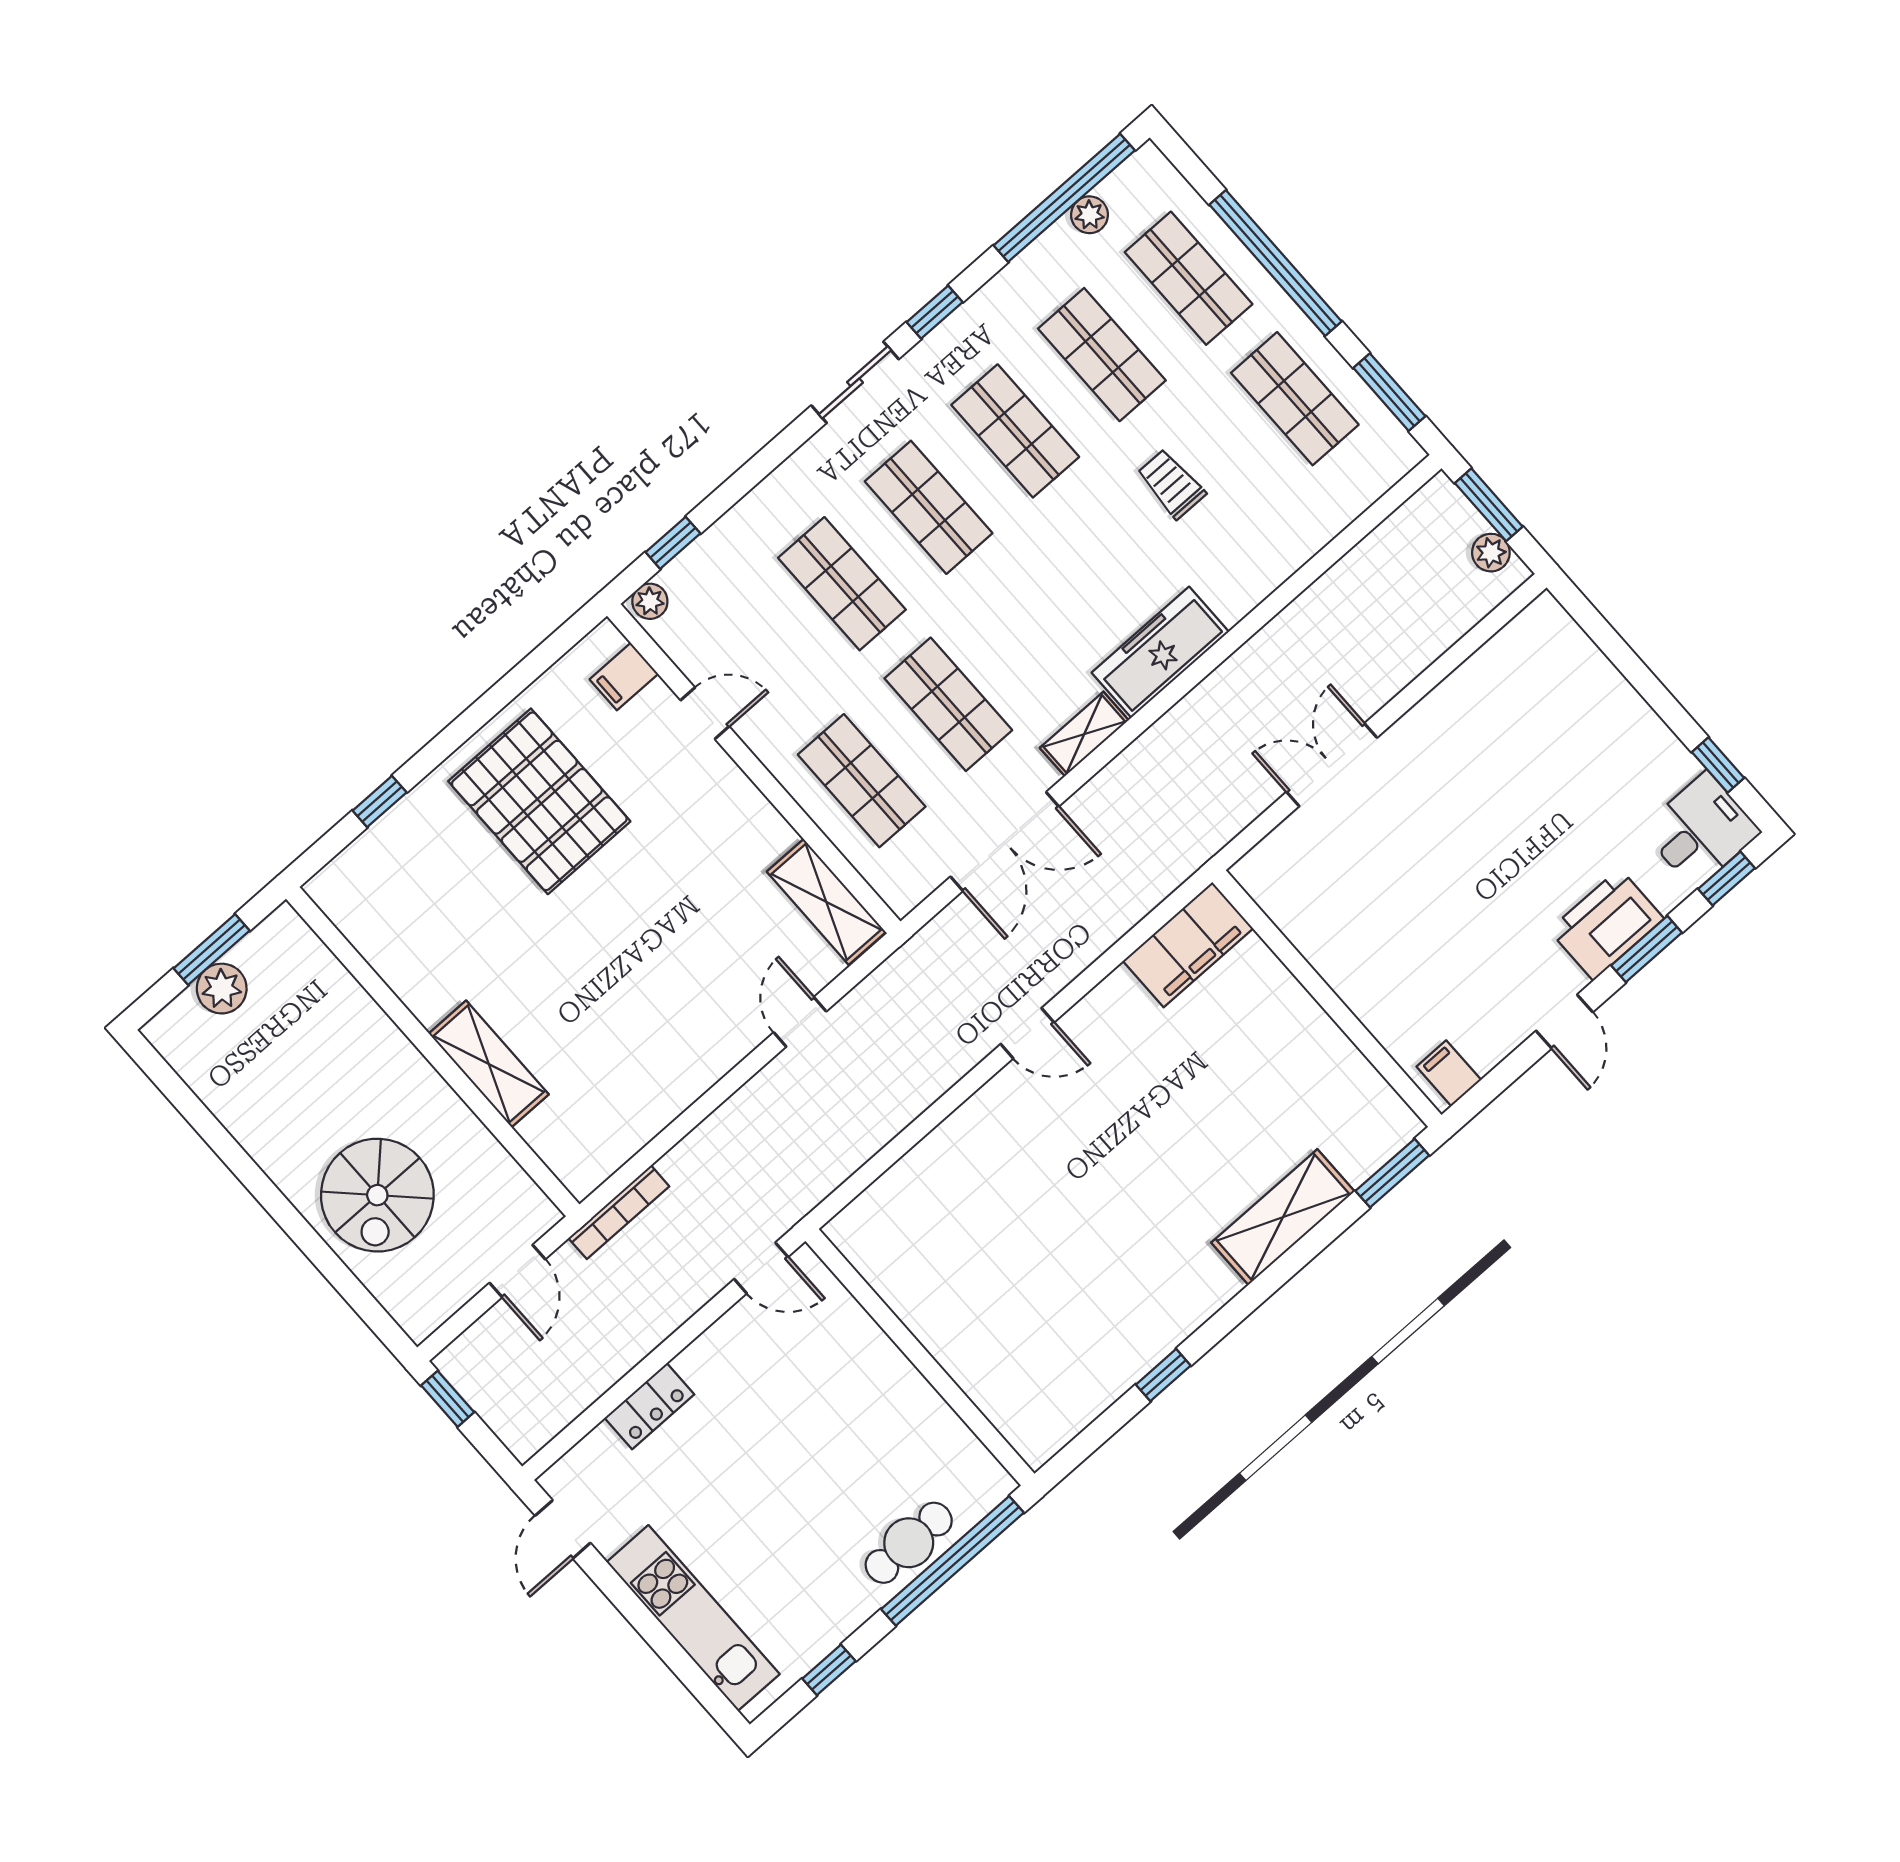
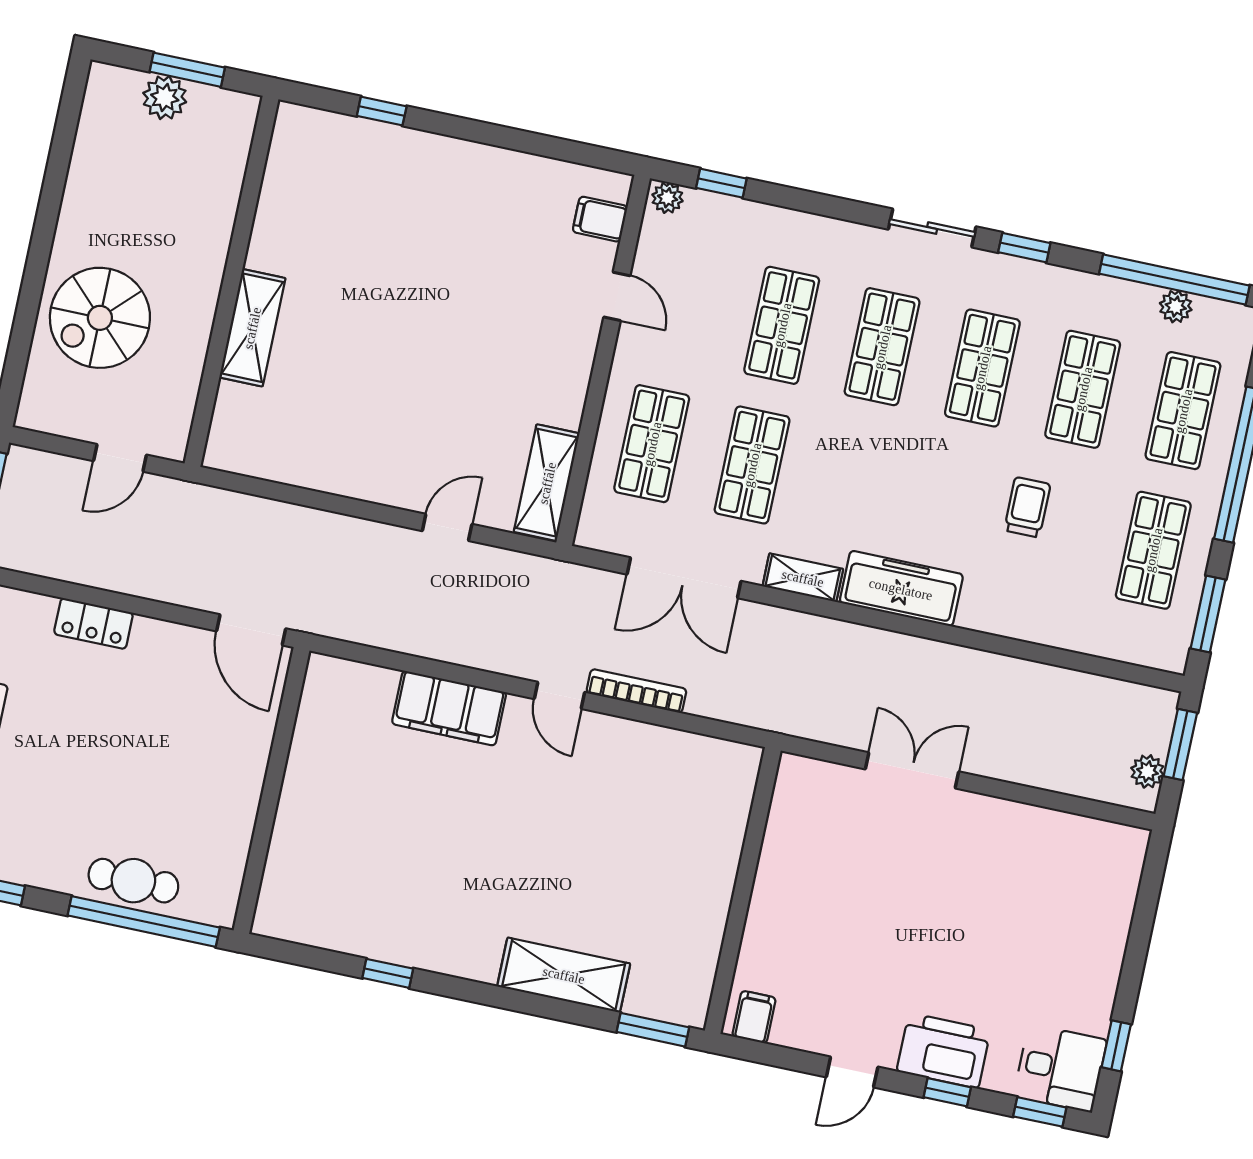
pallet: (539, 801) -> (466, 225), removed
filing cabinet: (1188, 945) -> (449, 708), moved
window: (1647, 949) -> (947, 1092), width x0.67
bookcase: (619, 1212) -> (636, 691), moved, turned 180
door: (761, 1268) -> (251, 630), width x1.38

